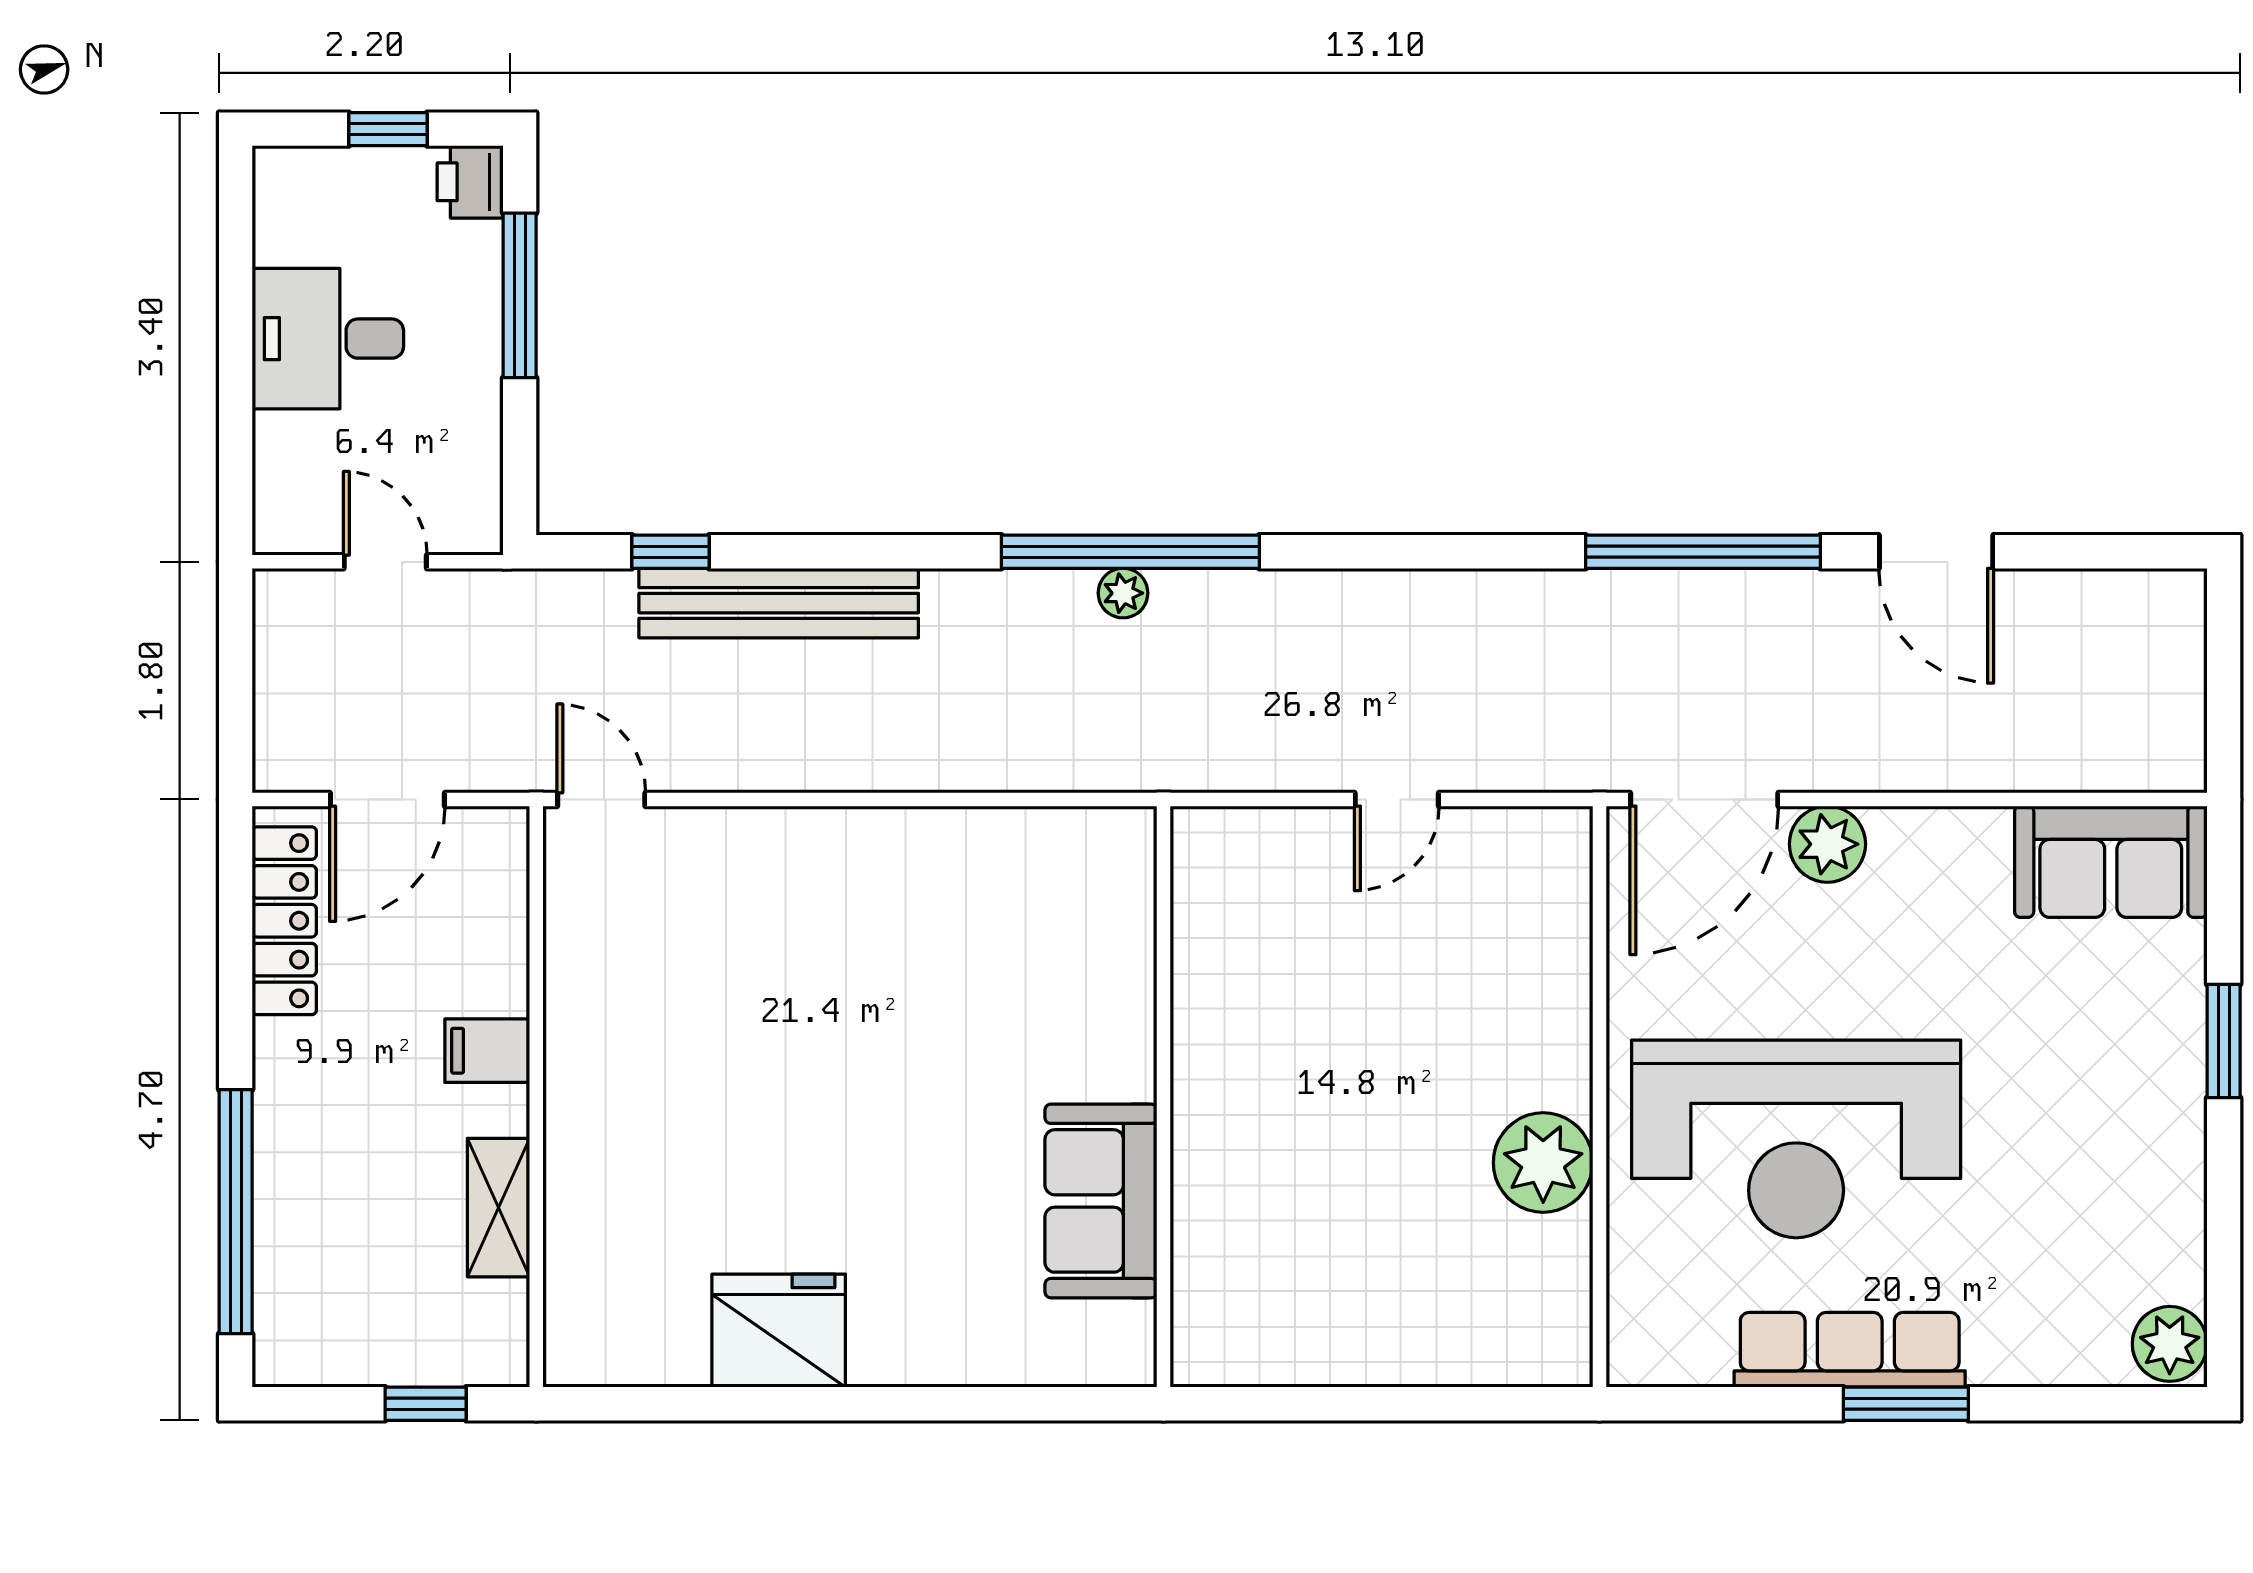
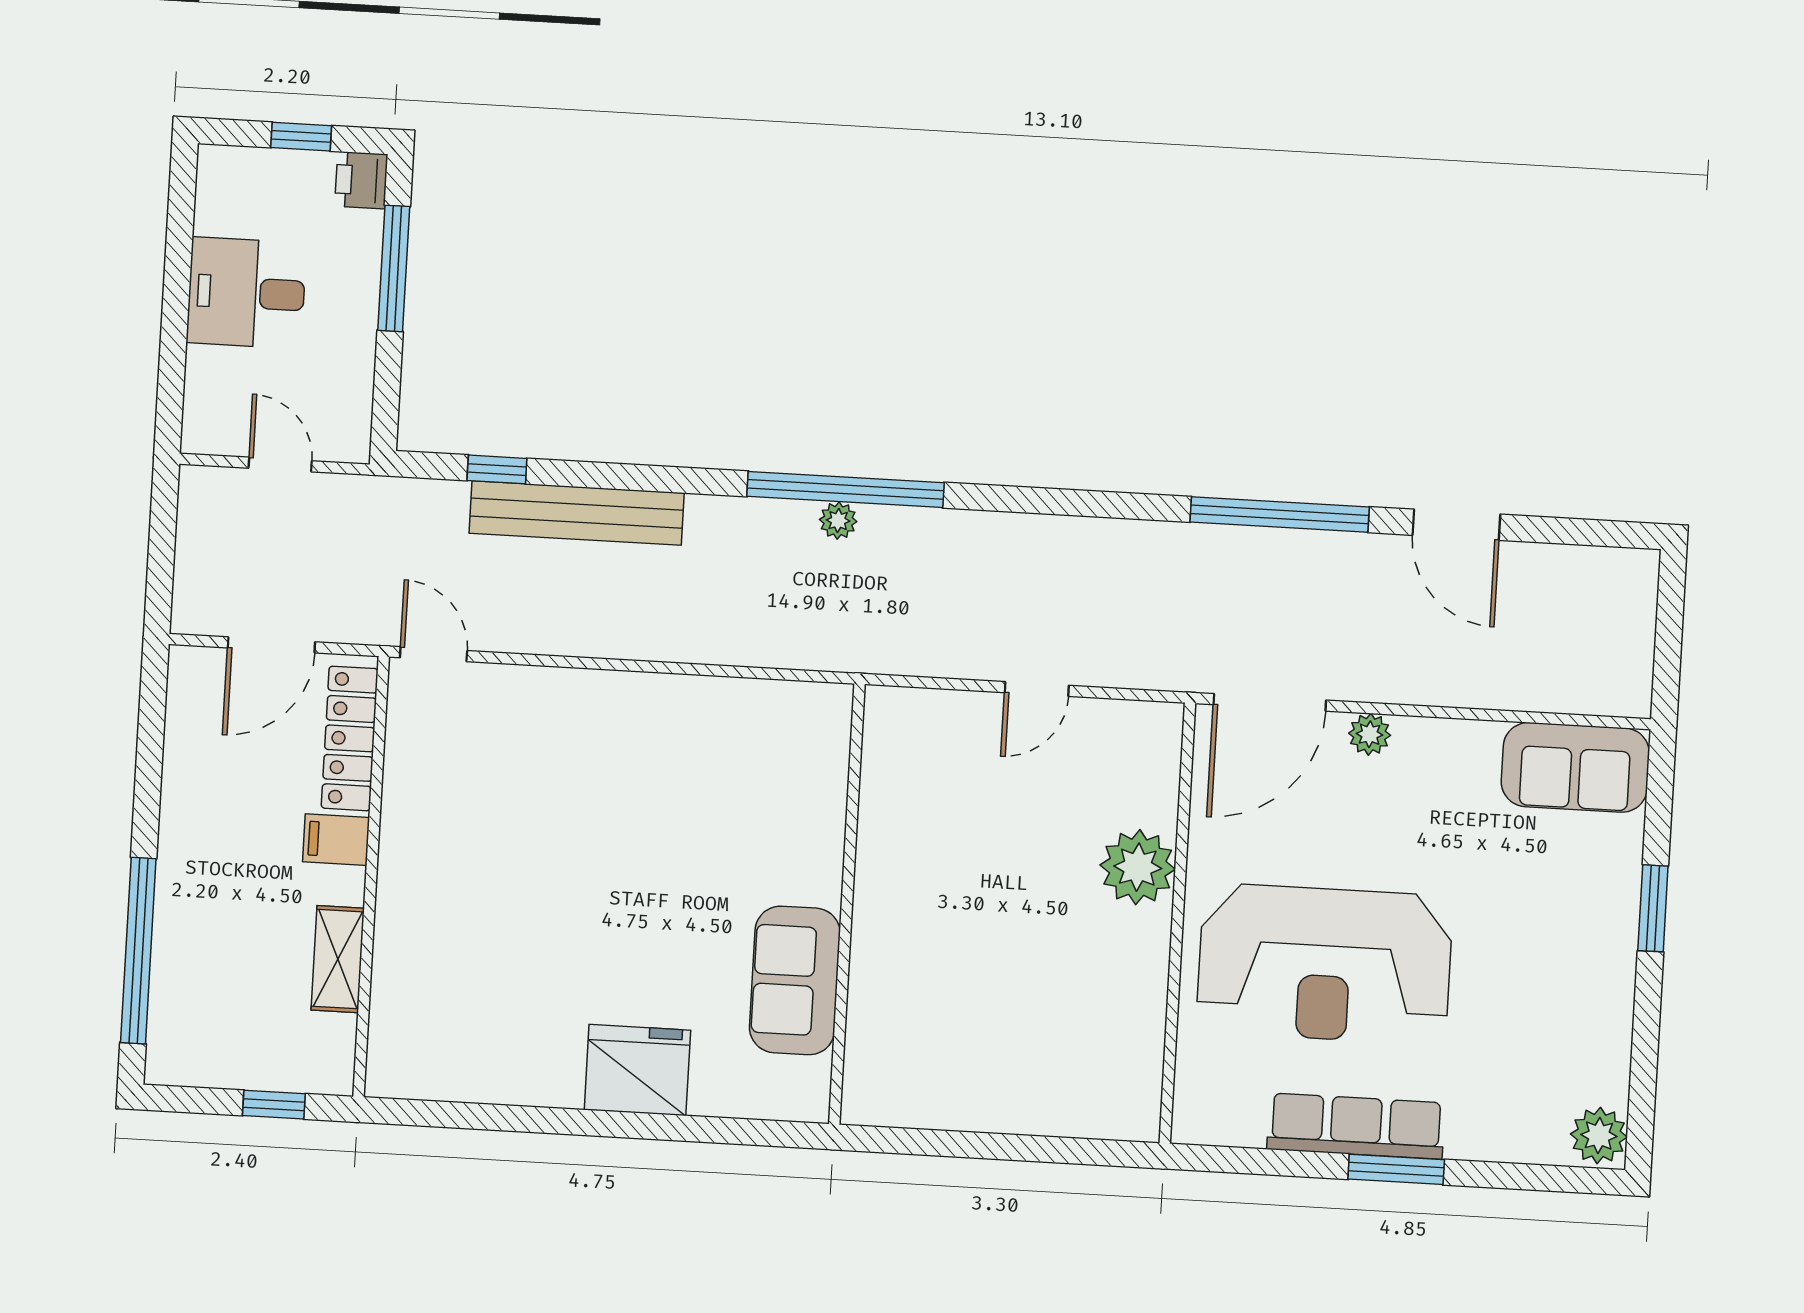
plant: (1827, 844) -> (1370, 734), width x0.73, depth x0.73
locker: (284, 921) -> (350, 738), moved, turned 180
plant: (1543, 1163) -> (1138, 867), moved
fridge: (779, 1331) -> (637, 1070), moved

